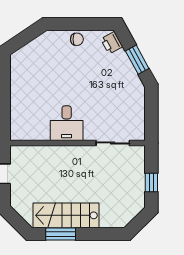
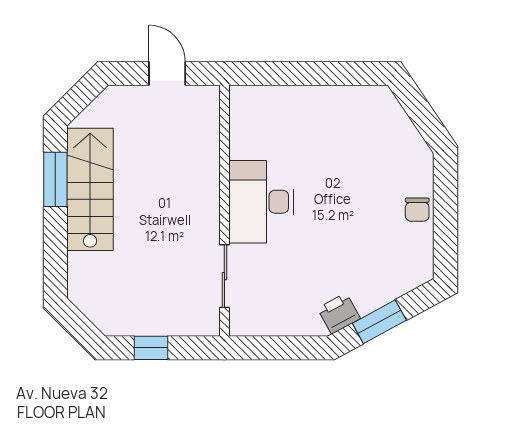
printer: (112, 43) -> (339, 313), moved
desk: (67, 123) -> (261, 202), width x1.37

